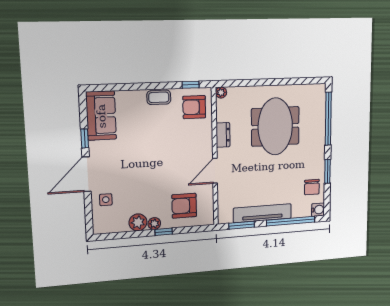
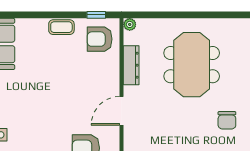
dresser: (223, 135) -> (131, 65), width x1.44
chair: (312, 187) -> (227, 120), moved

